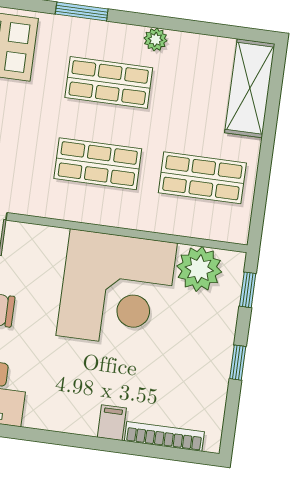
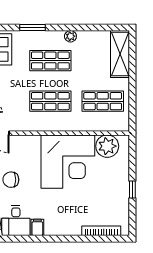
window: (248, 290) -> (132, 153), removed
filing cabinet: (112, 423) -> (37, 227), moved

